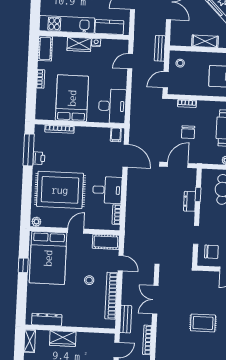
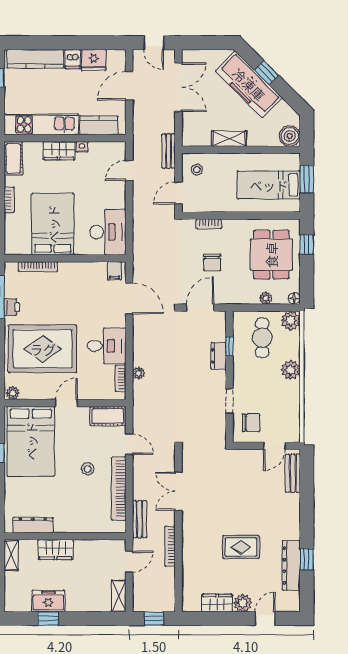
plant: (130, 211) -> (139, 373), added
rug: (203, 323) -> (241, 547), moved

